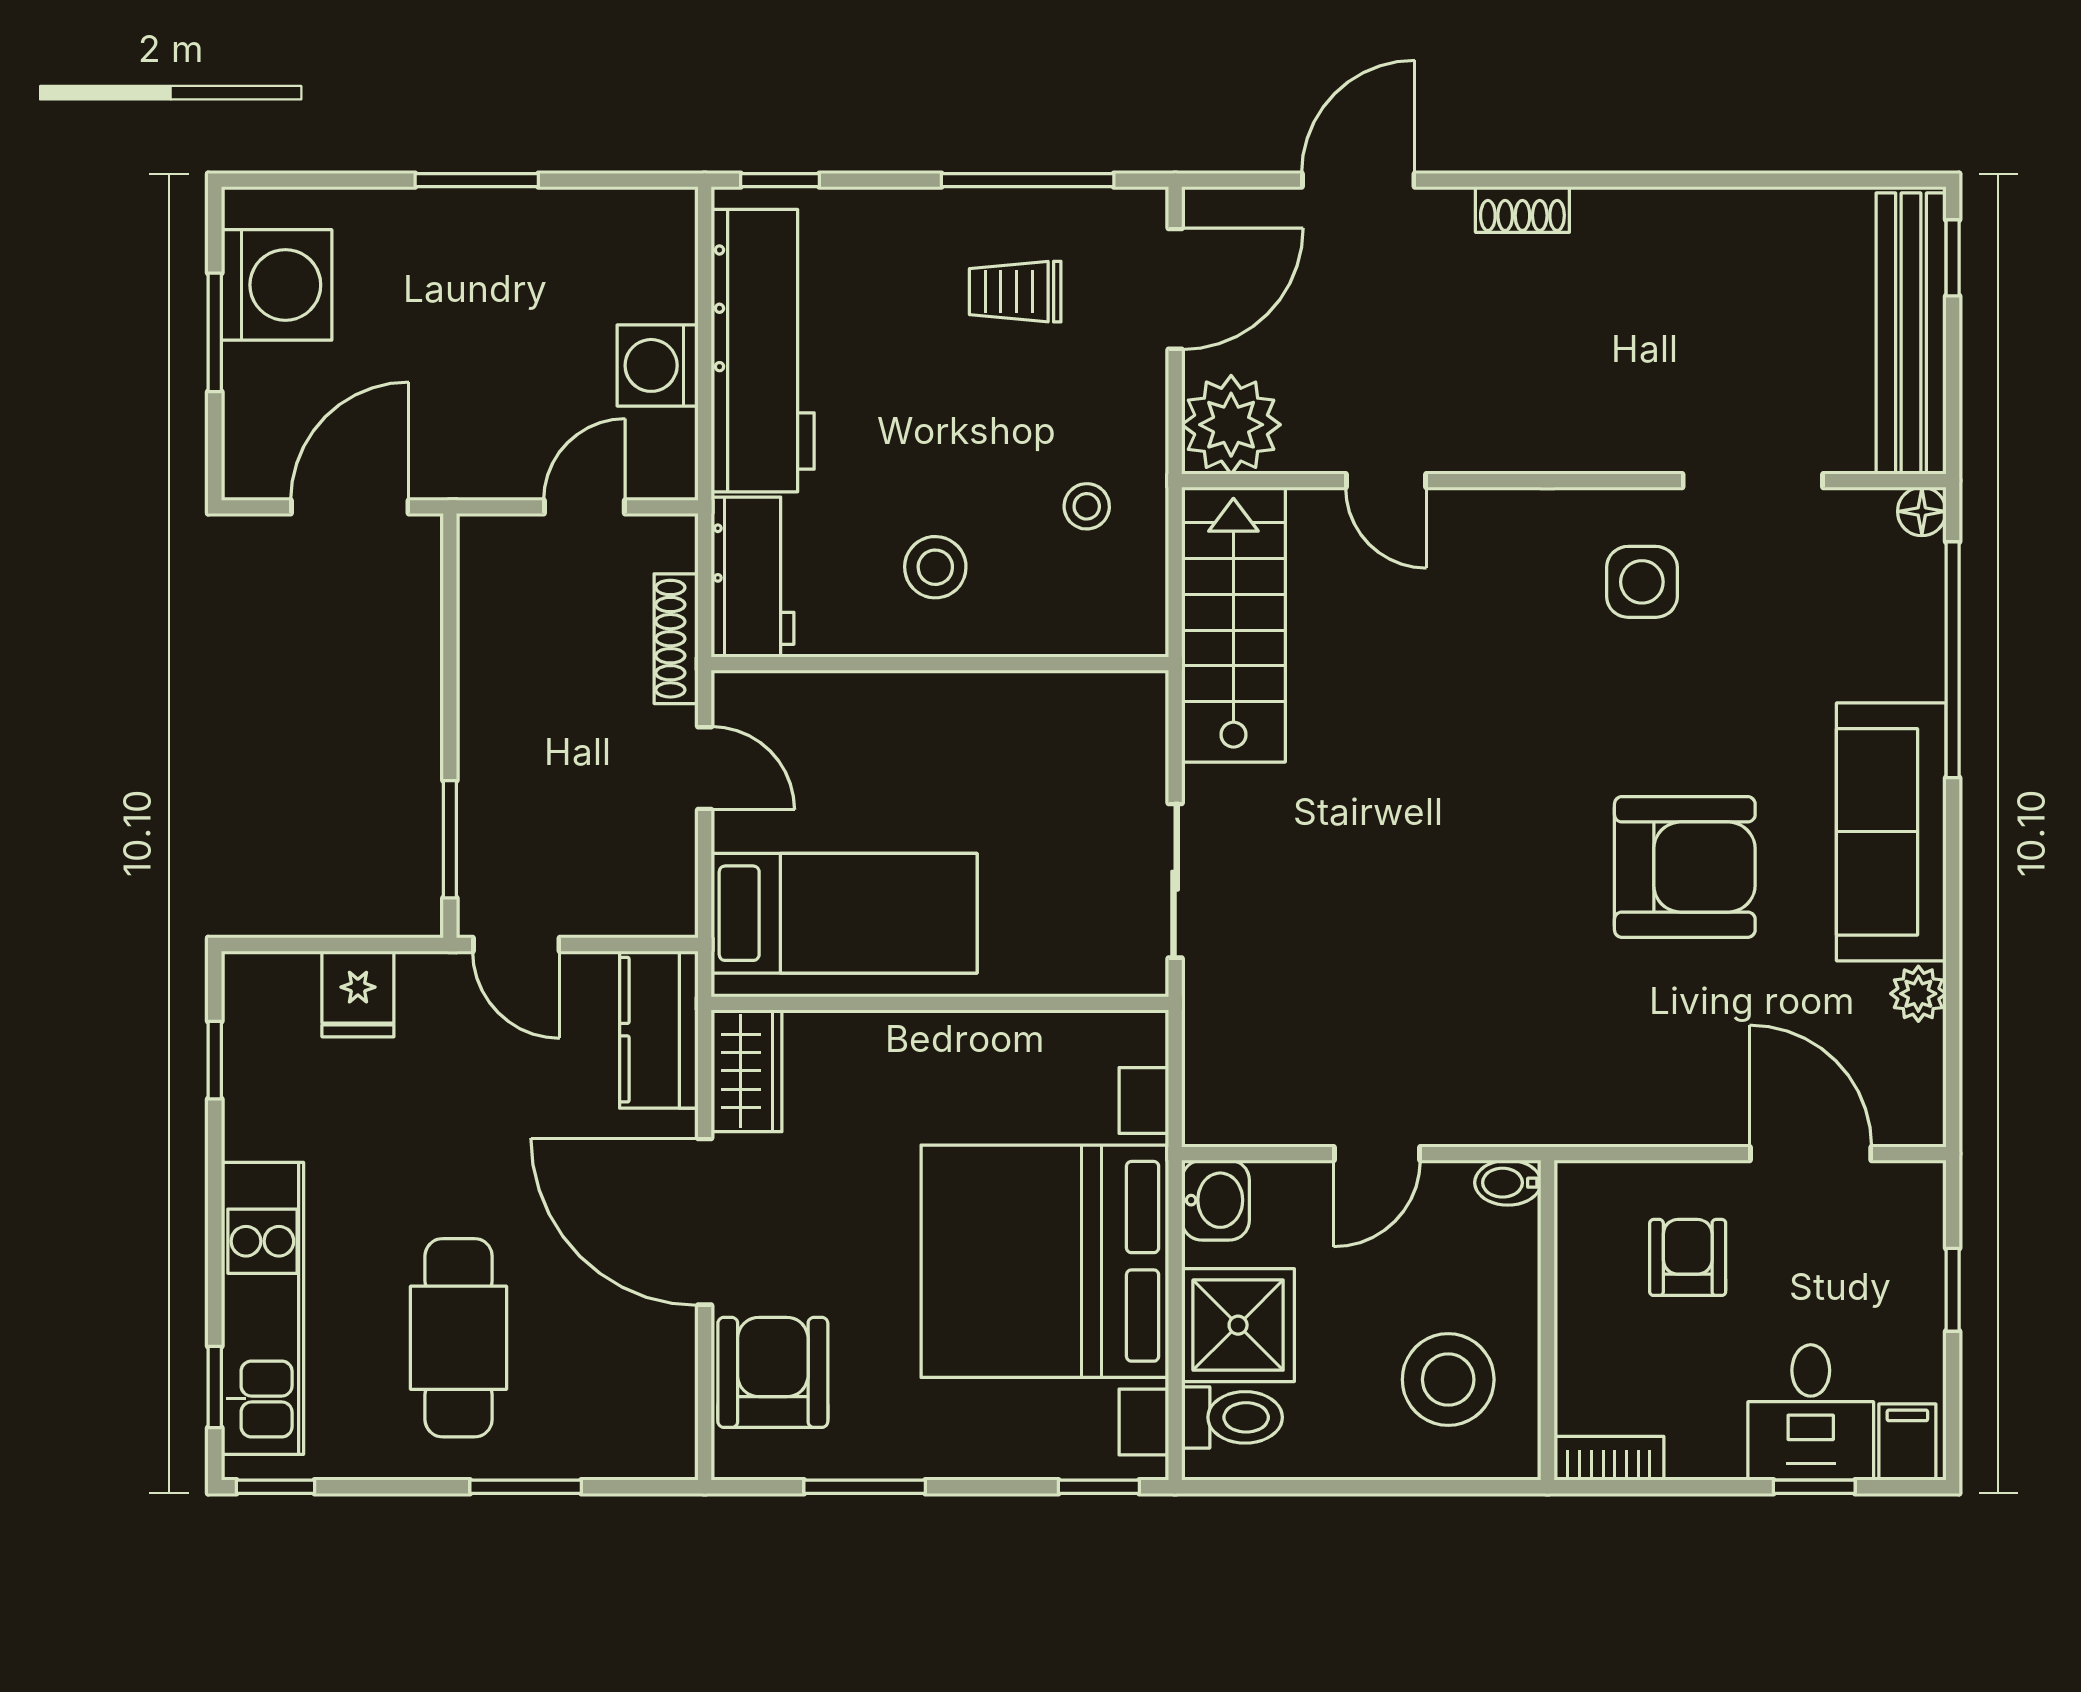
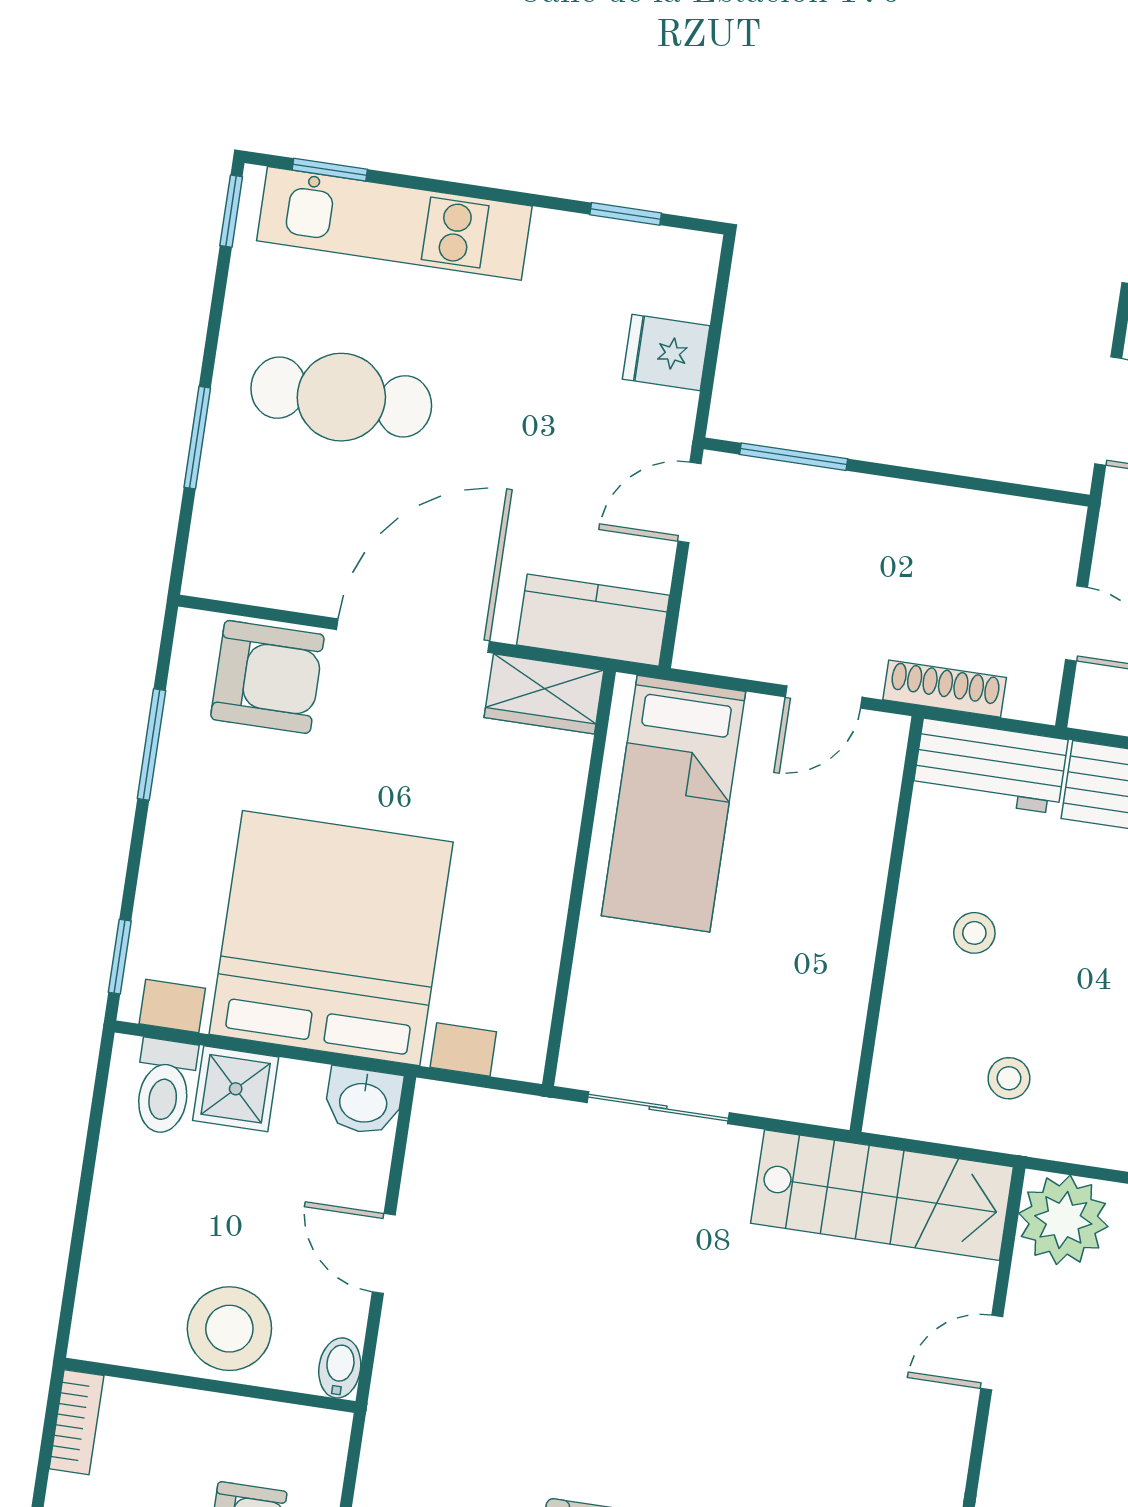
stool: (935, 567) -> (974, 933), width x0.73, depth x0.73
shower: (1238, 1325) -> (236, 1089), width x0.73, depth x0.73
stool: (1448, 1380) -> (229, 1329), moved

